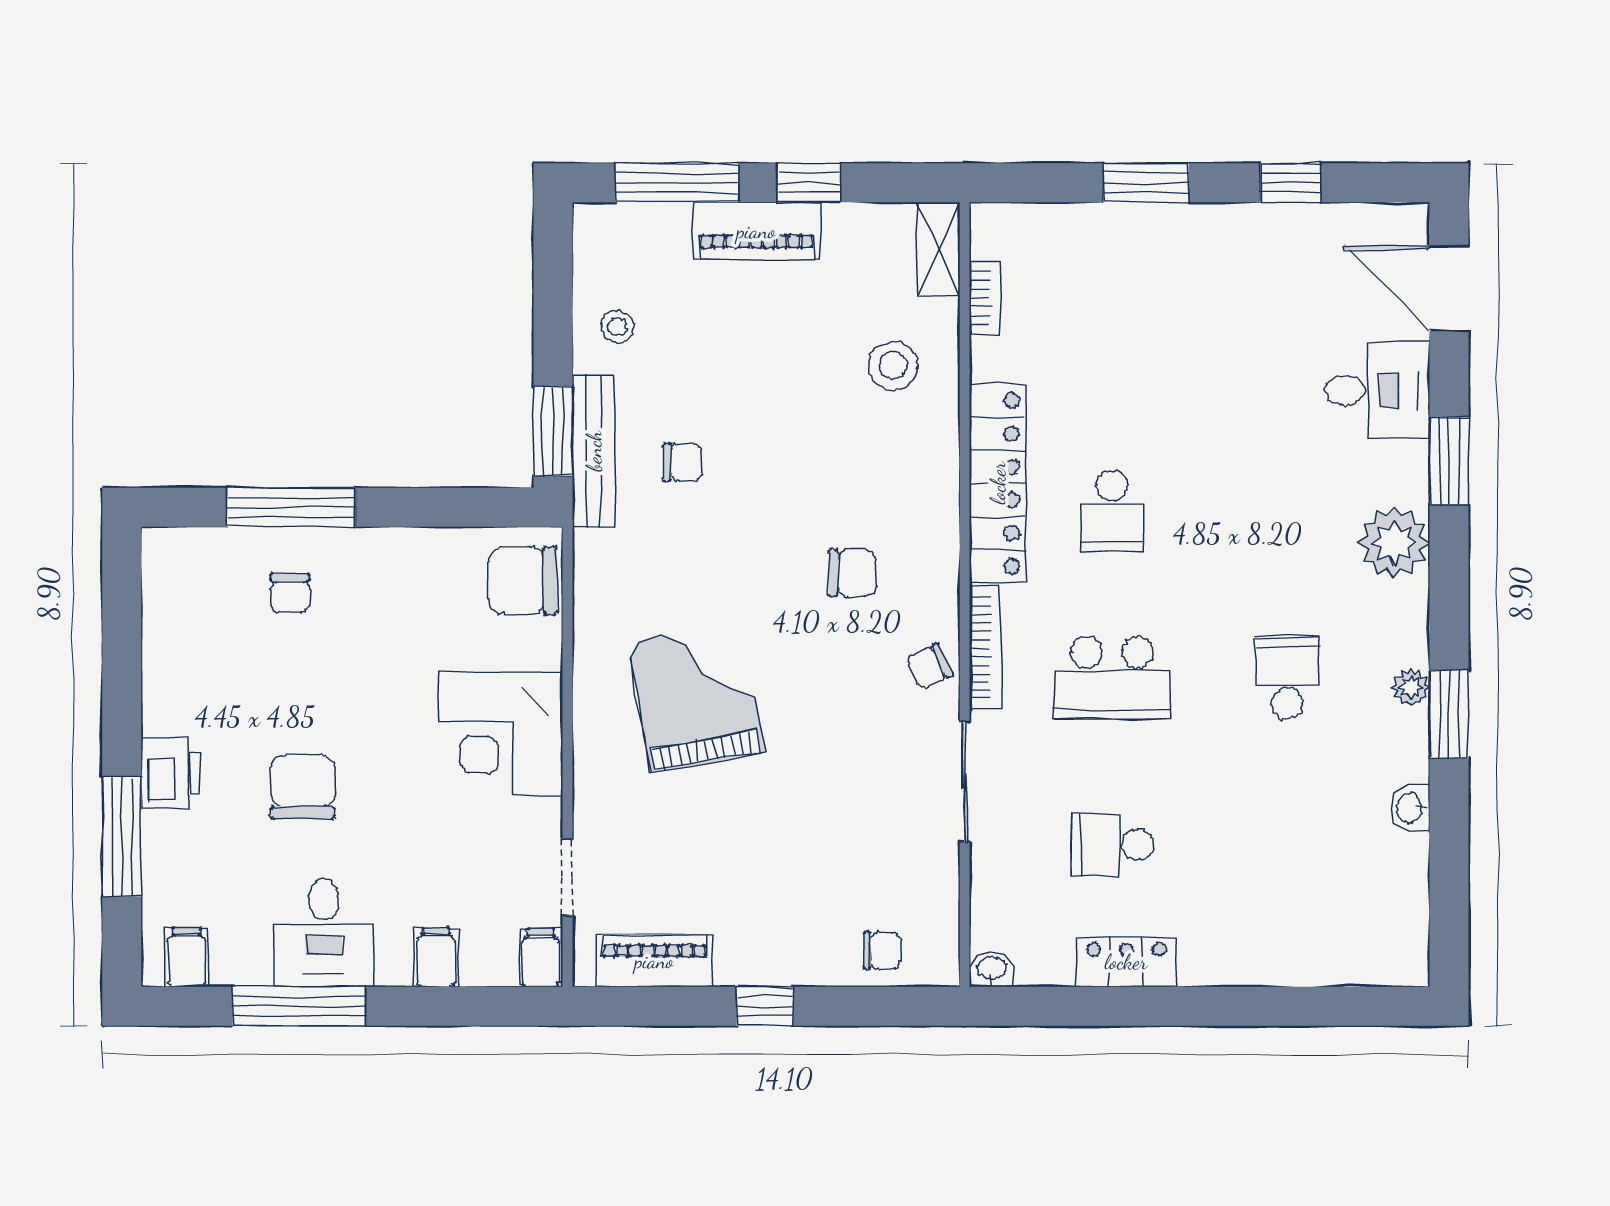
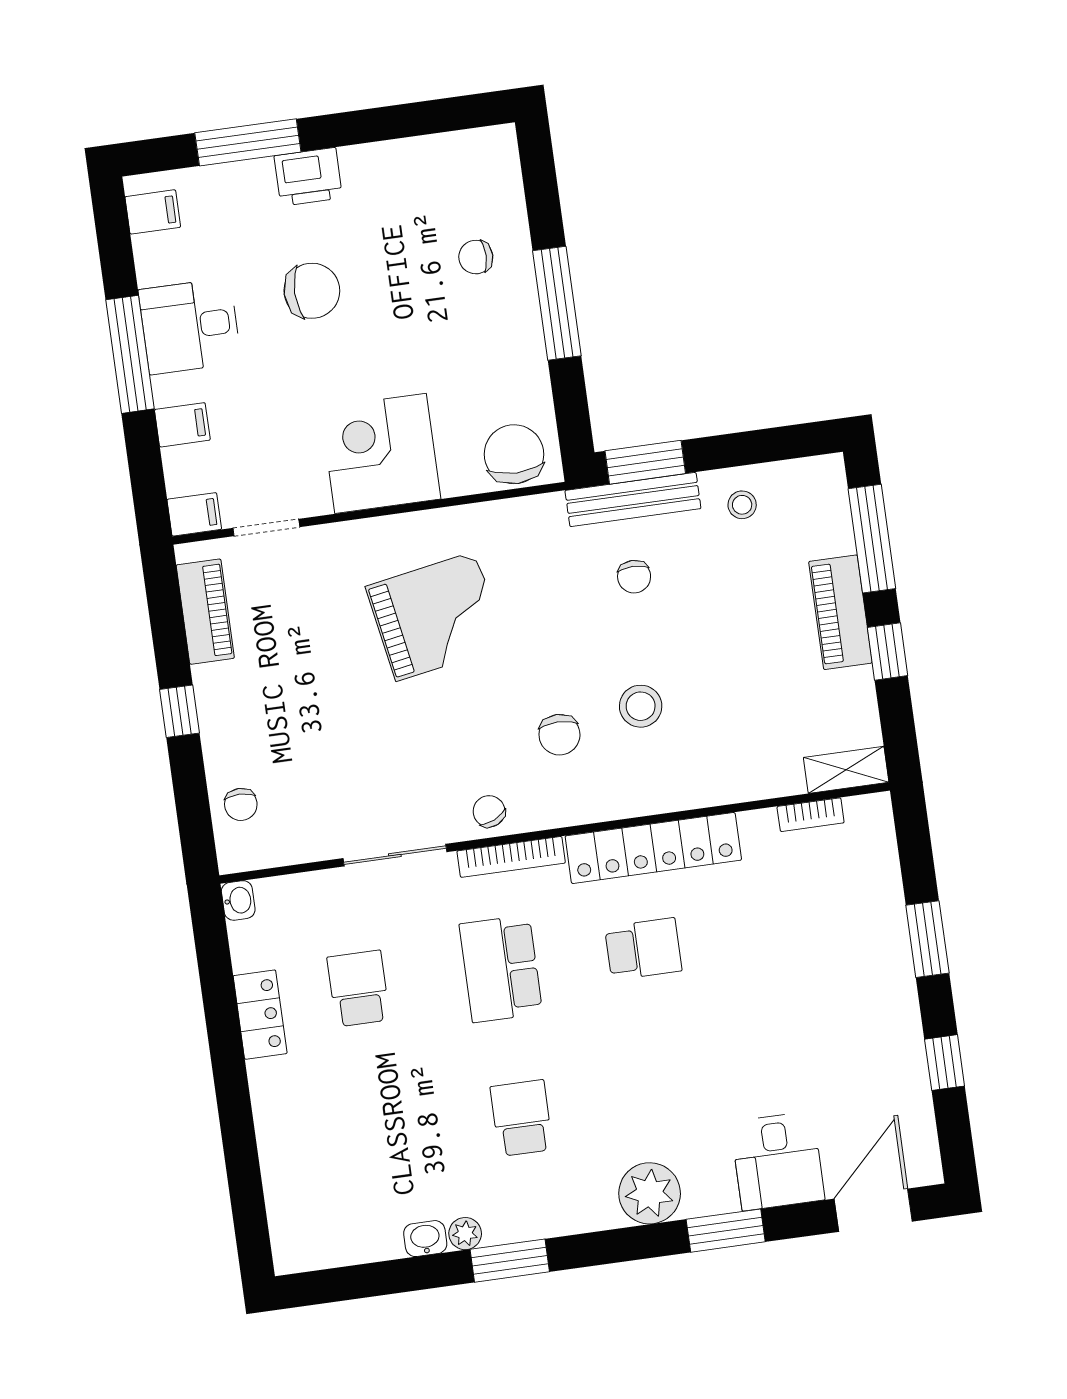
stool: (893, 365) -> (641, 706), moved
window: (291, 507) -> (557, 303), moved
school desk: (1112, 511) -> (643, 949), turned 180
school desk: (1287, 678) -> (522, 1118), turned -90
plant: (1411, 687) -> (465, 1234), moved
window: (299, 1006) -> (130, 354), moved

